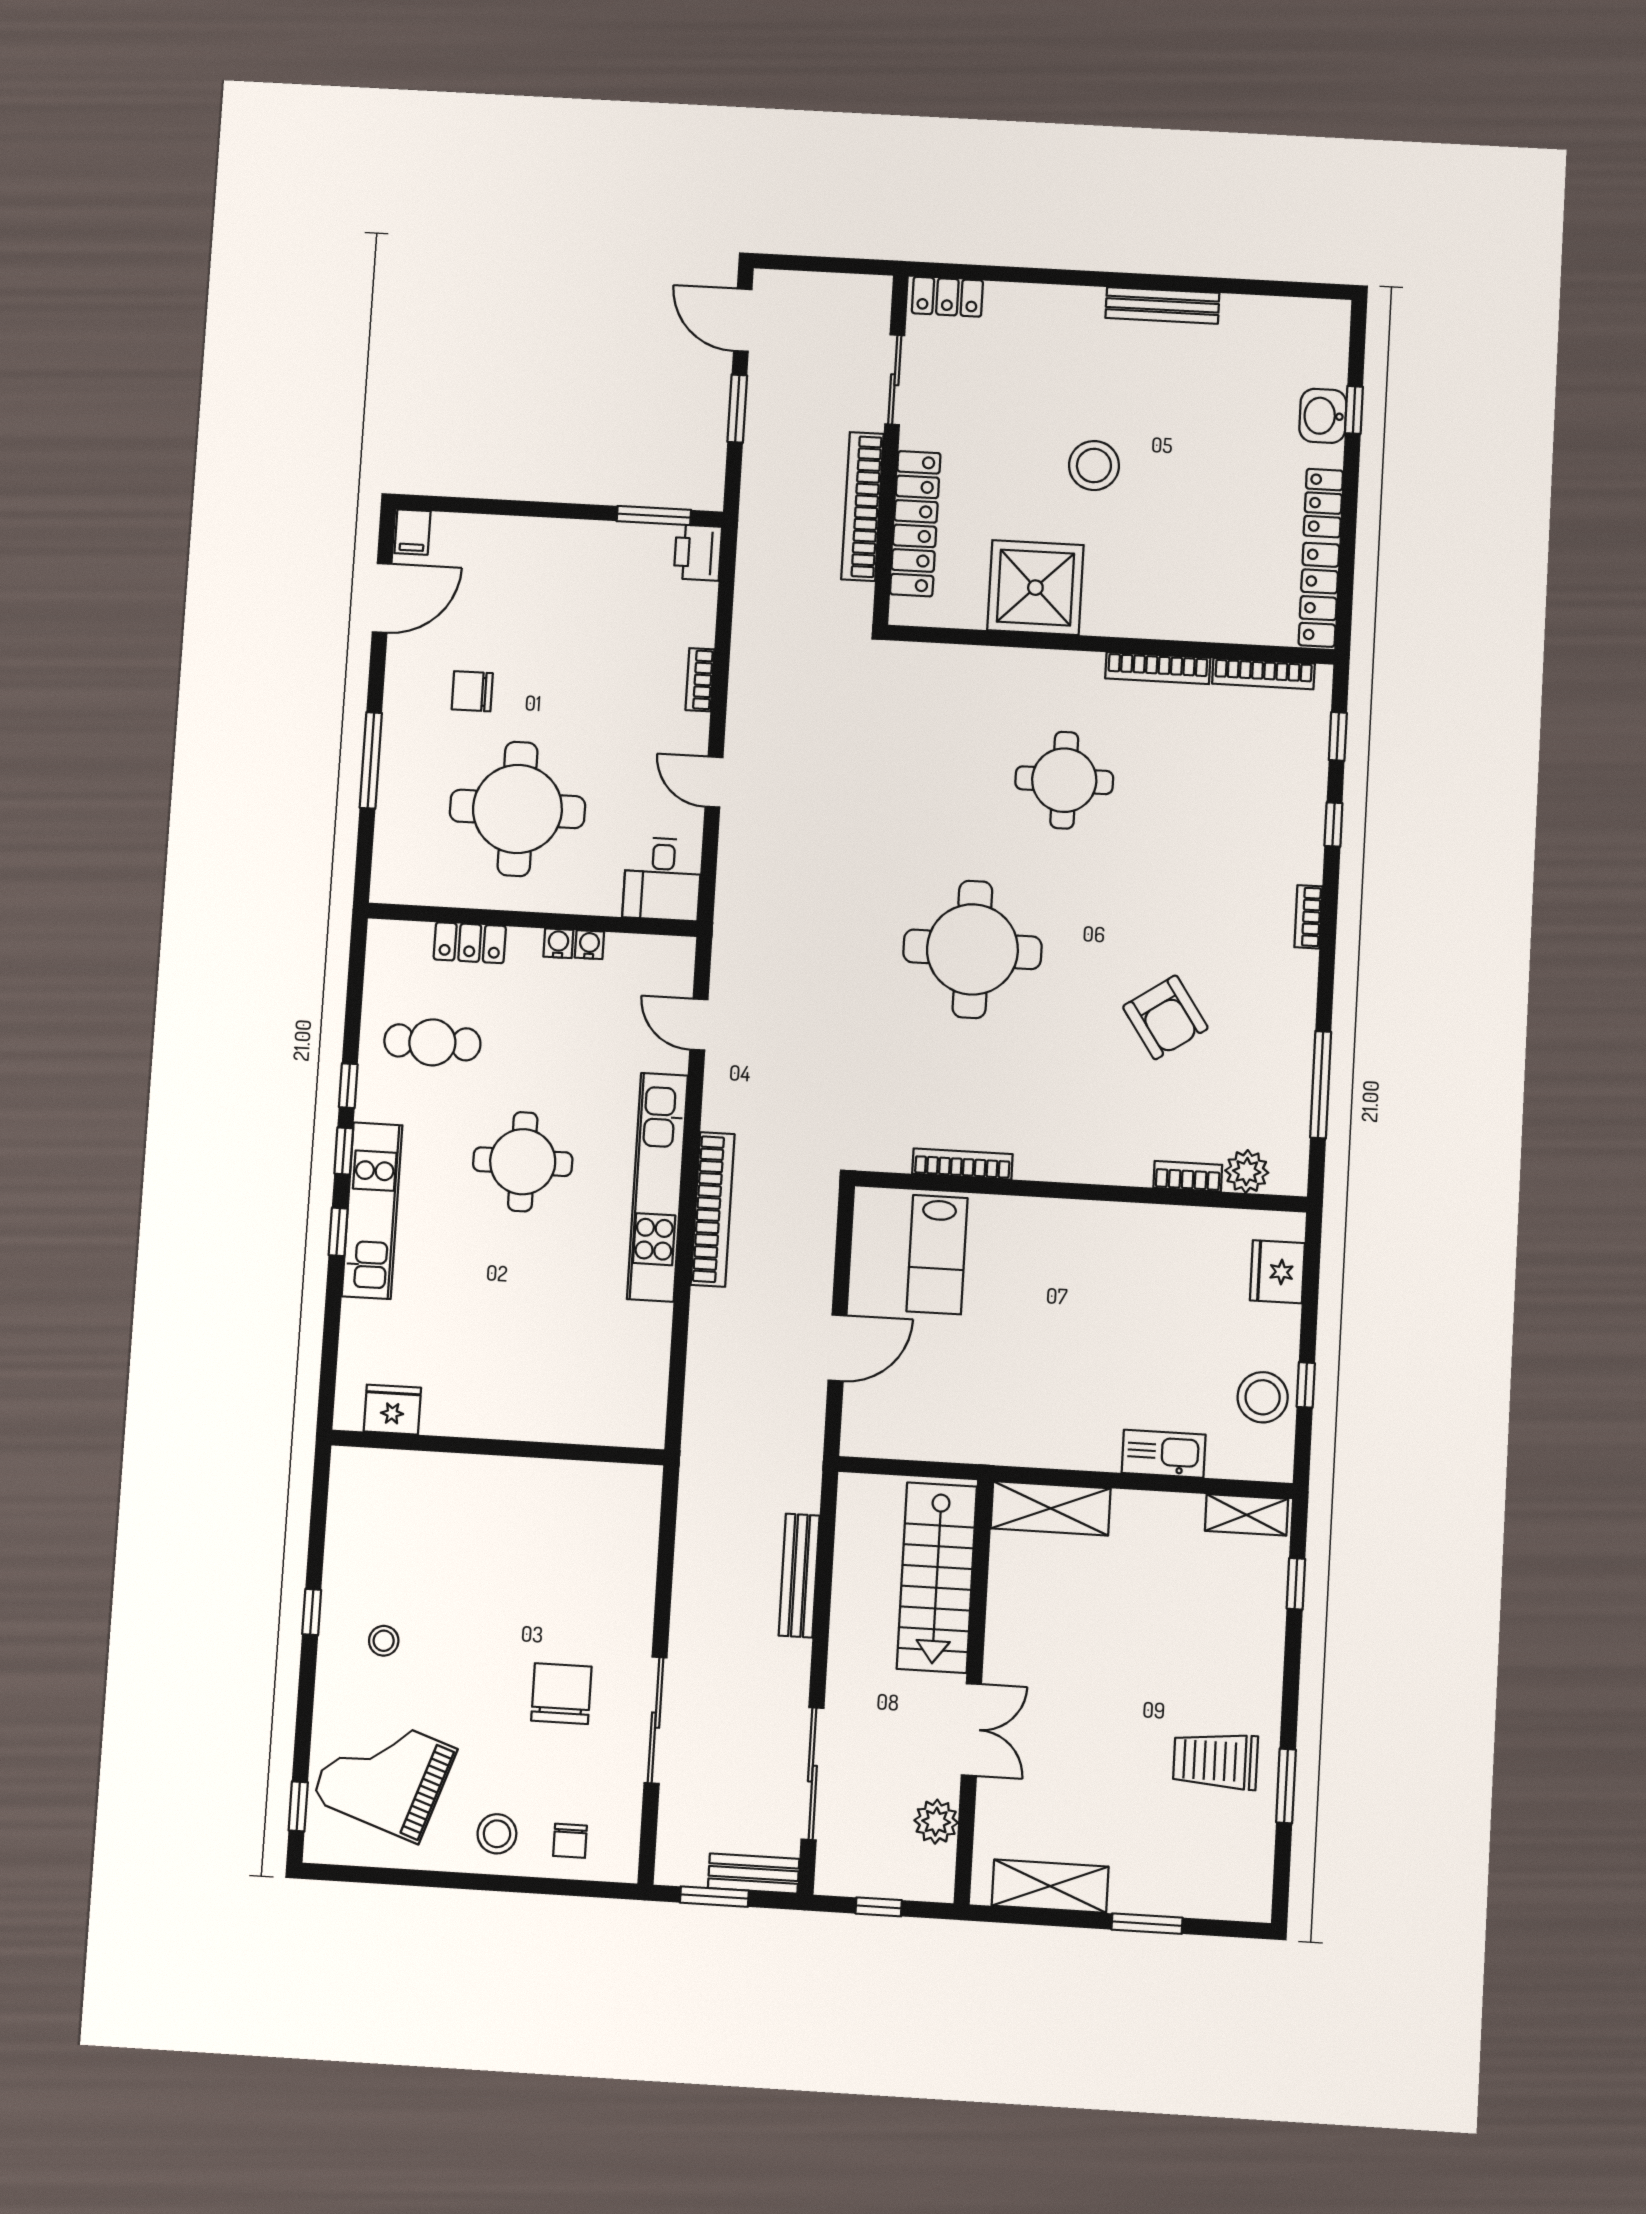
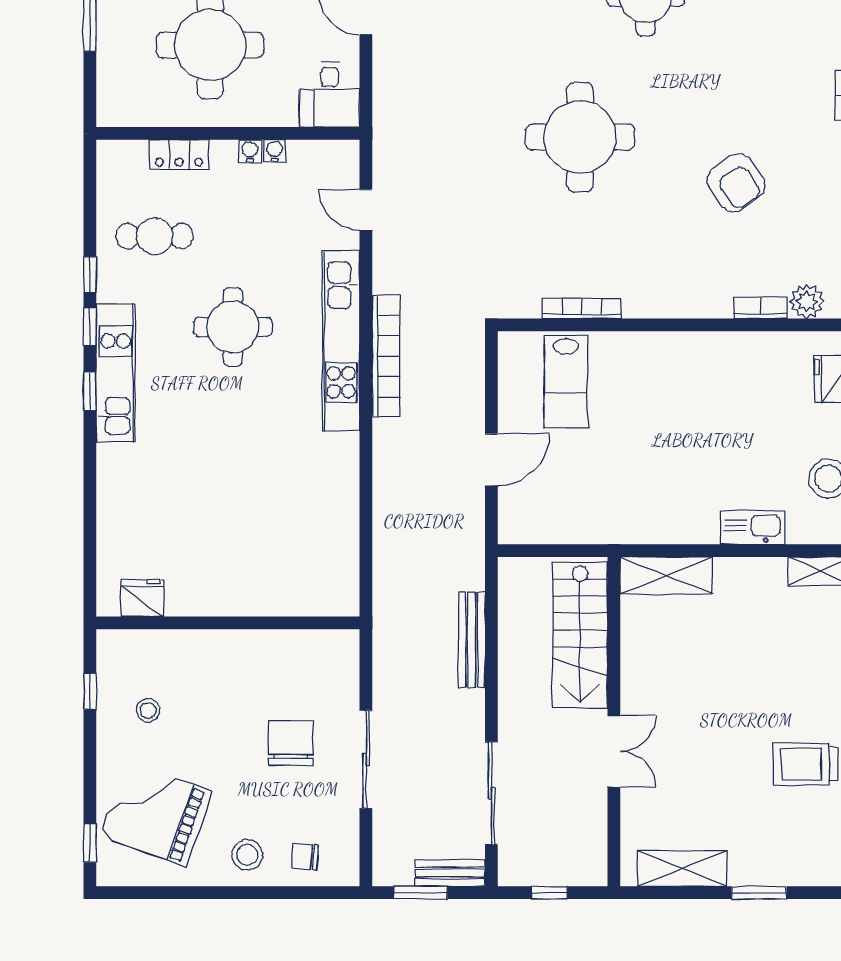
fridge: (392, 1410) -> (143, 598), moved
wall: (498, 1448) -> (228, 623), moved
plant: (936, 1822) -> (590, 824), removed
chair: (570, 1841) -> (305, 857), turned 94

